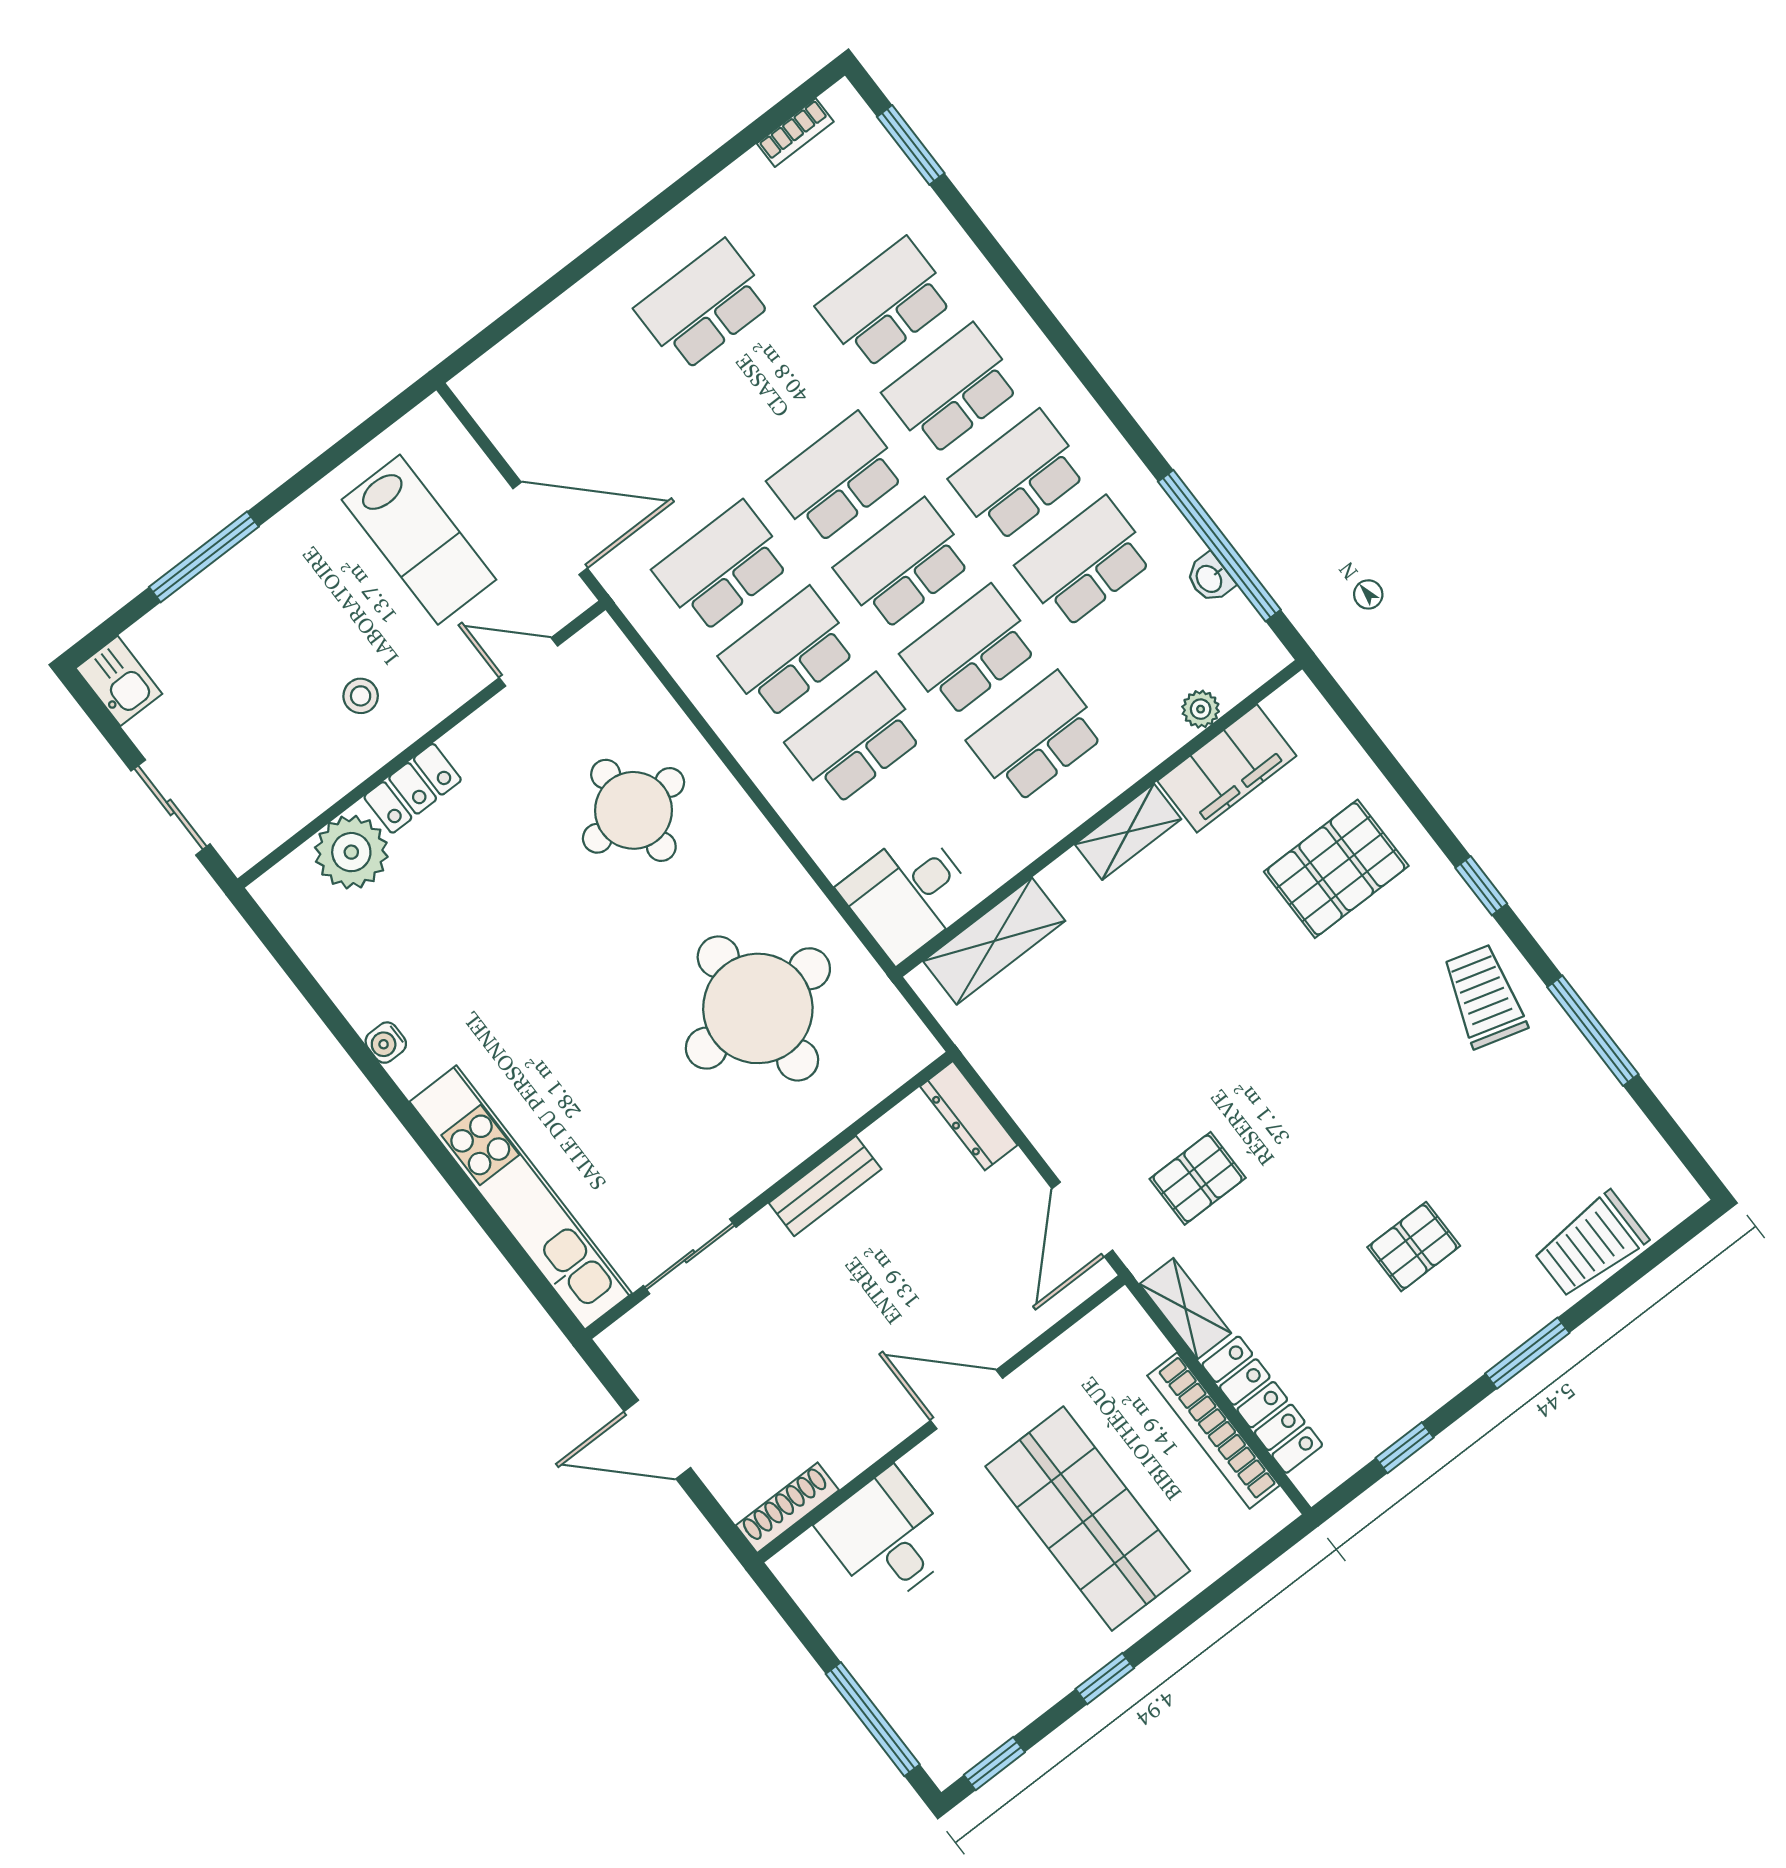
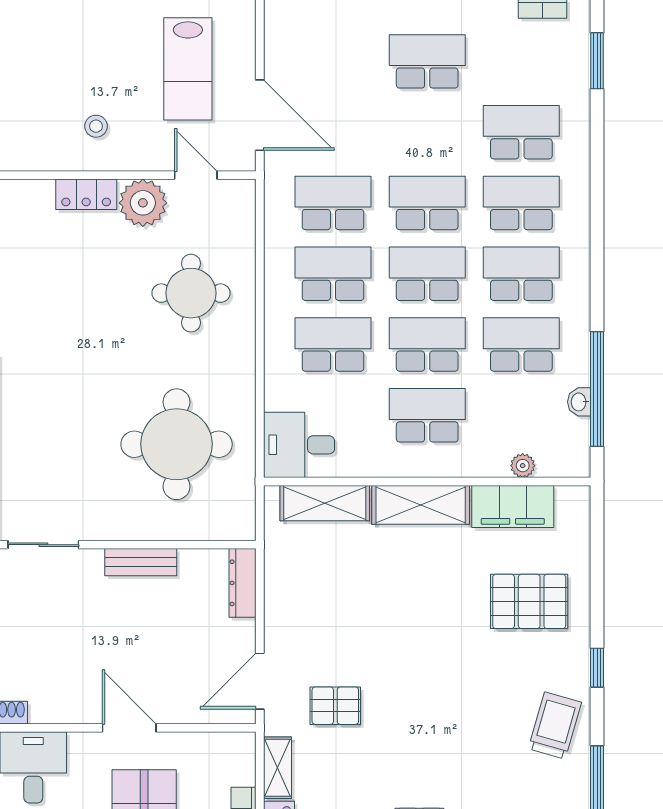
shelving: (1128, 832) -> (421, 505), width x1.50, depth x1.33
plant: (351, 852) -> (143, 203), moved

